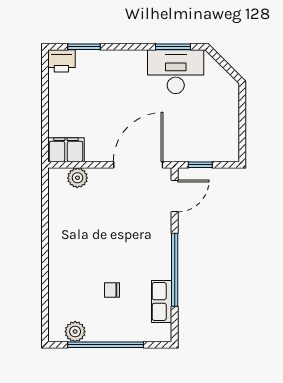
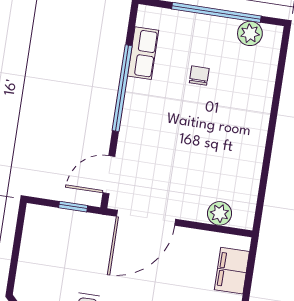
filing cabinet: (66, 150) -> (232, 271), moved, turned 90
chair: (112, 290) -> (199, 76), turned -90

